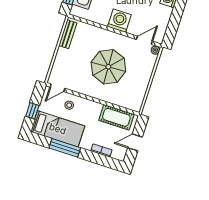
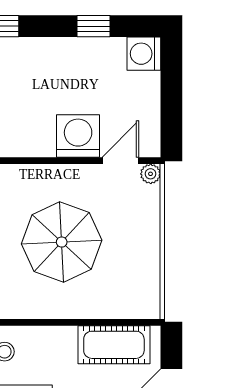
washing machine: (119, 21) -> (78, 136), moved

